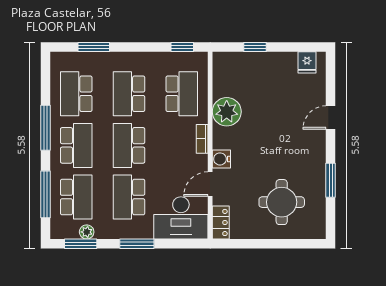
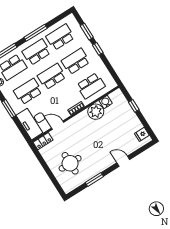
window: (182, 47) -> (98, 49), moved
school desk: (76, 145) -> (36, 52), turned 180
water cooler: (221, 159) -> (106, 102), moved

